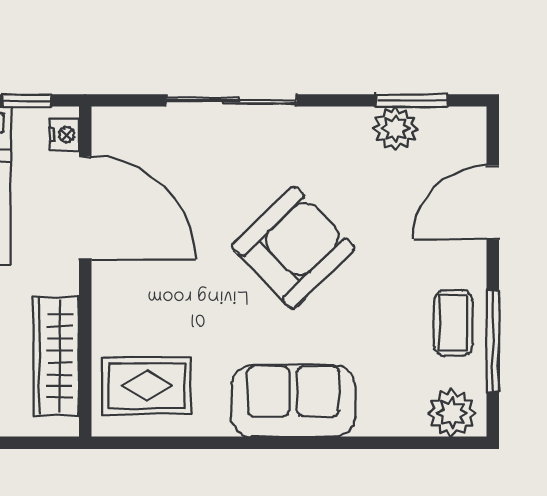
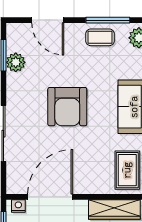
armchair: (293, 248) -> (67, 107), turned -136

